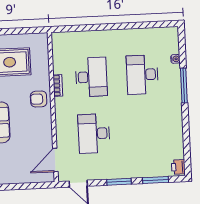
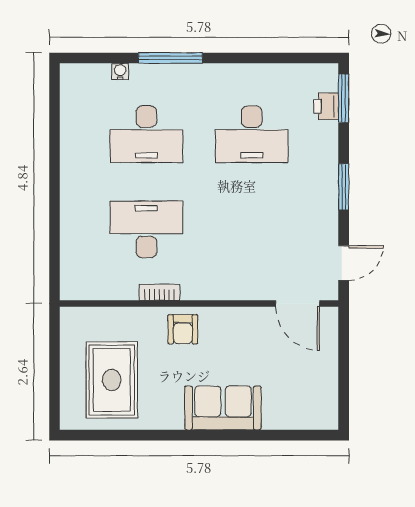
desk: (94, 134) -> (252, 134), moved
printer: (178, 167) -> (326, 106), moved, turned 90
window: (155, 180) -> (344, 98), moved

